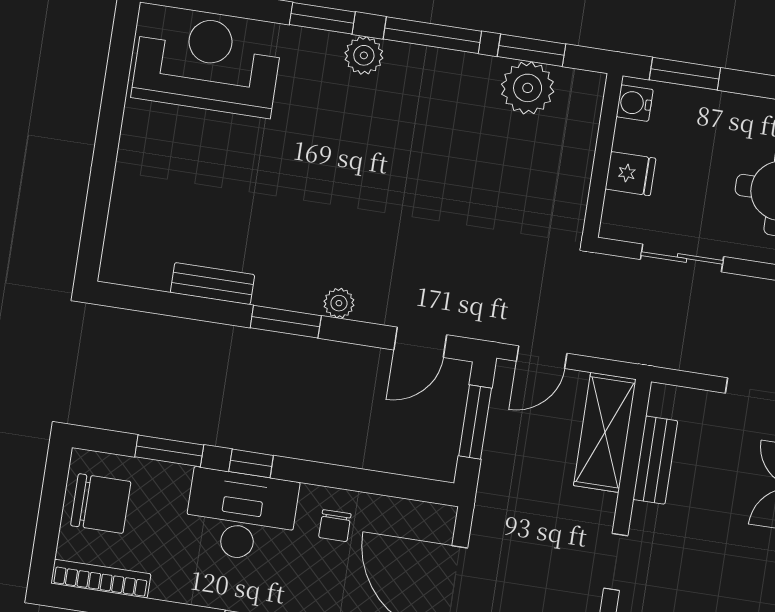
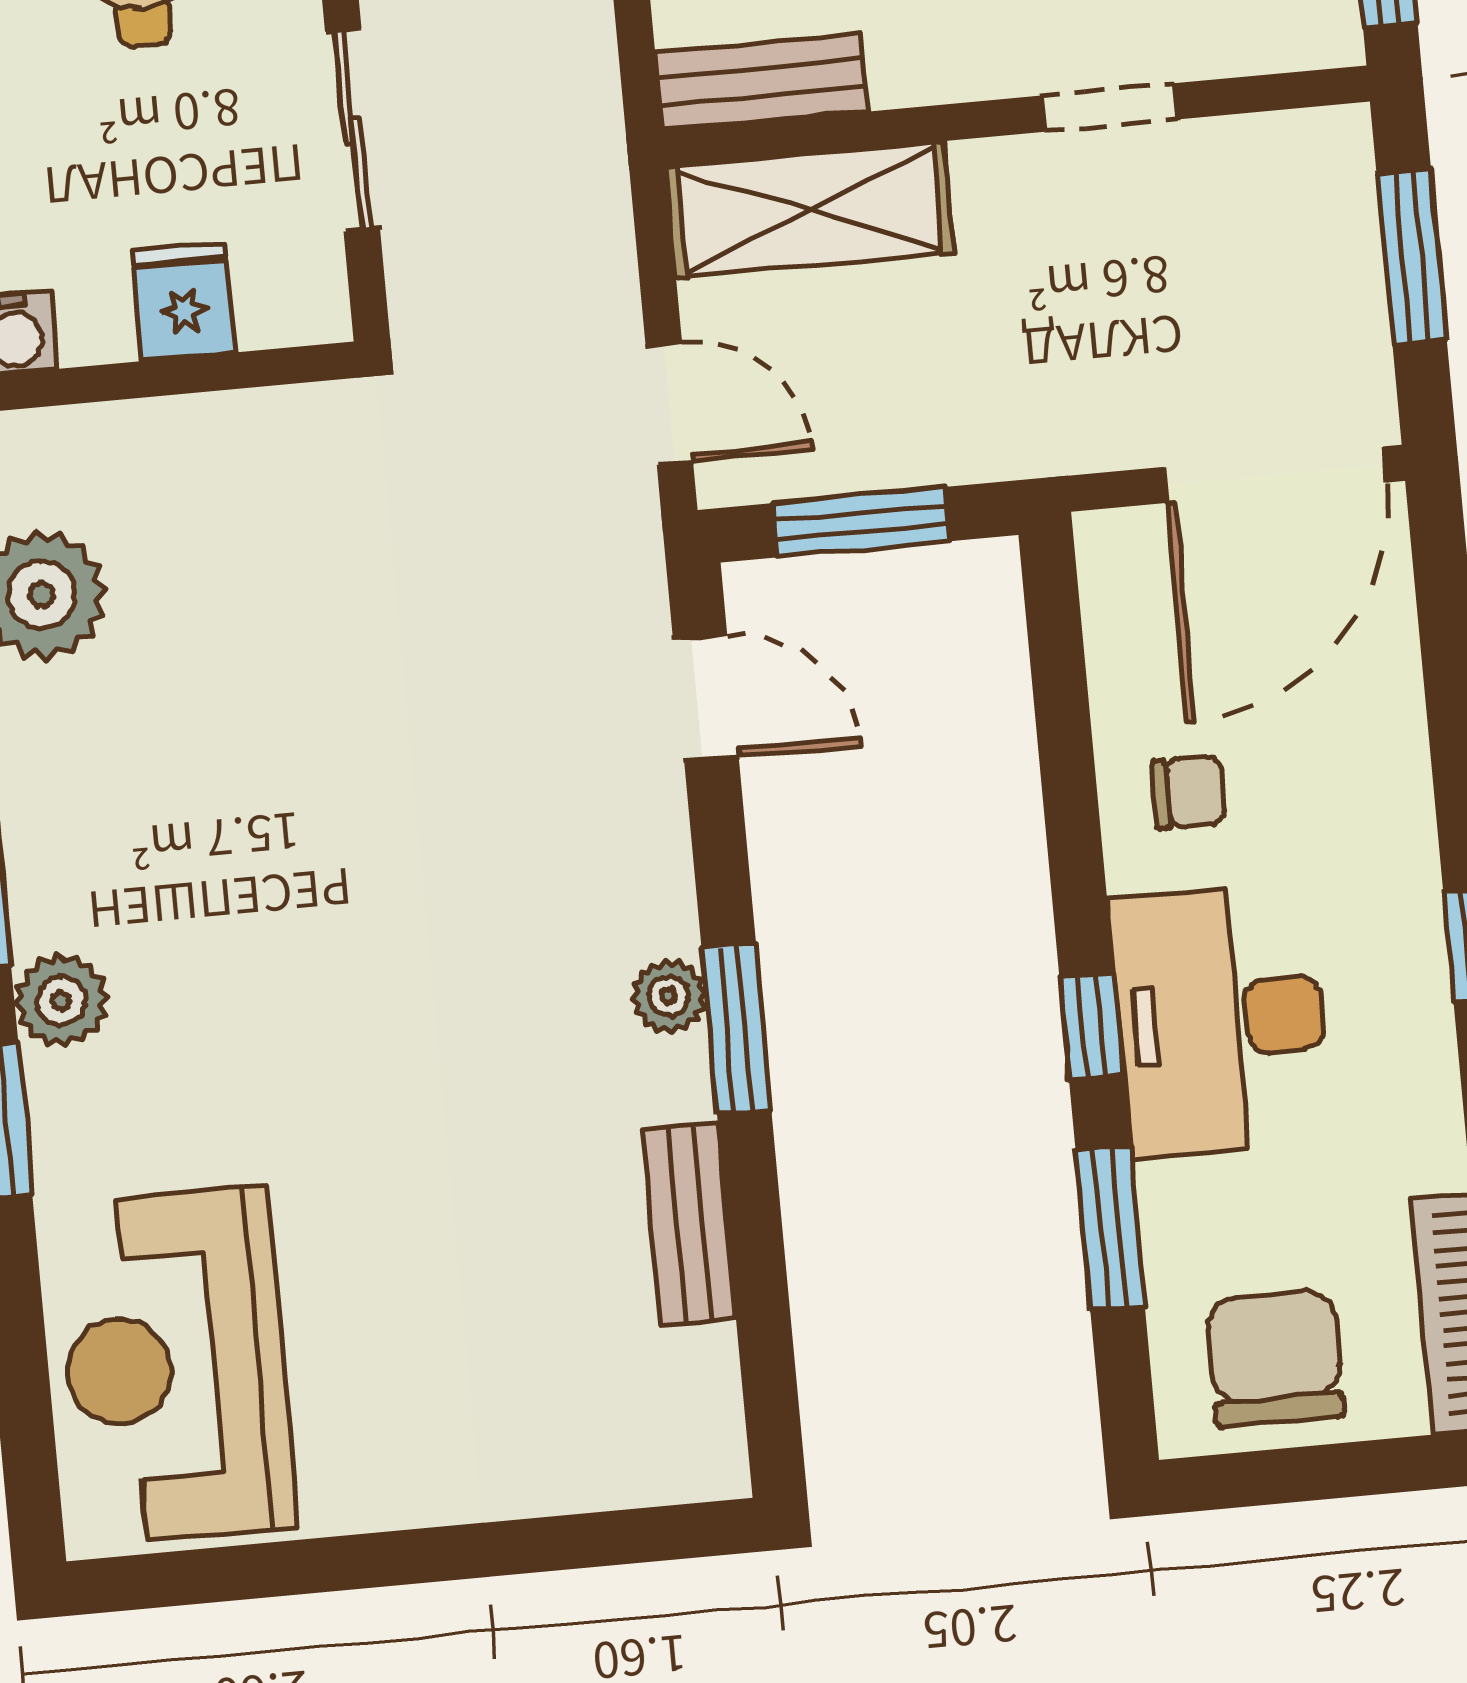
plant: (339, 303) -> (669, 996), moved
bench: (655, 460) -> (761, 82), moved

